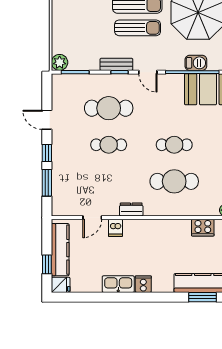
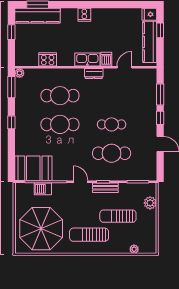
sun lounger: (138, 28) -> (118, 216), moved
plant: (60, 62) -> (150, 203), moved
cafe table: (174, 145) -> (60, 124), width x1.37, depth x1.35
cooker: (203, 228) -> (48, 59), moved
kitchen sink: (118, 284) -> (87, 59), moved, turned 180

